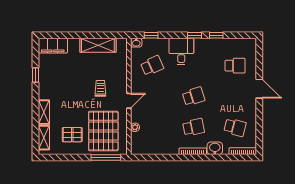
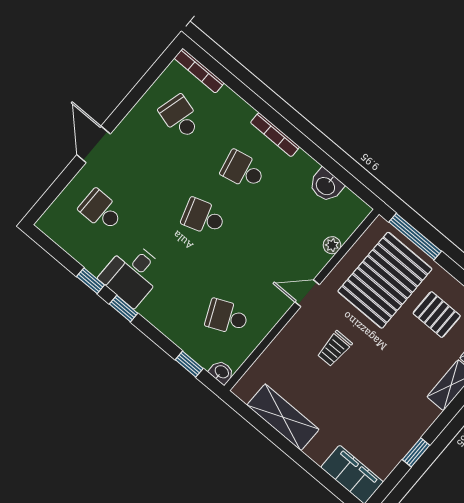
desk: (181, 51) -> (132, 274), moved
washbasin: (215, 148) -> (326, 185), moved

